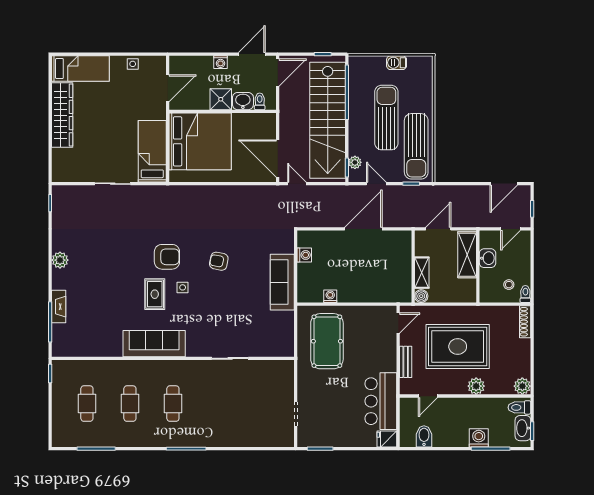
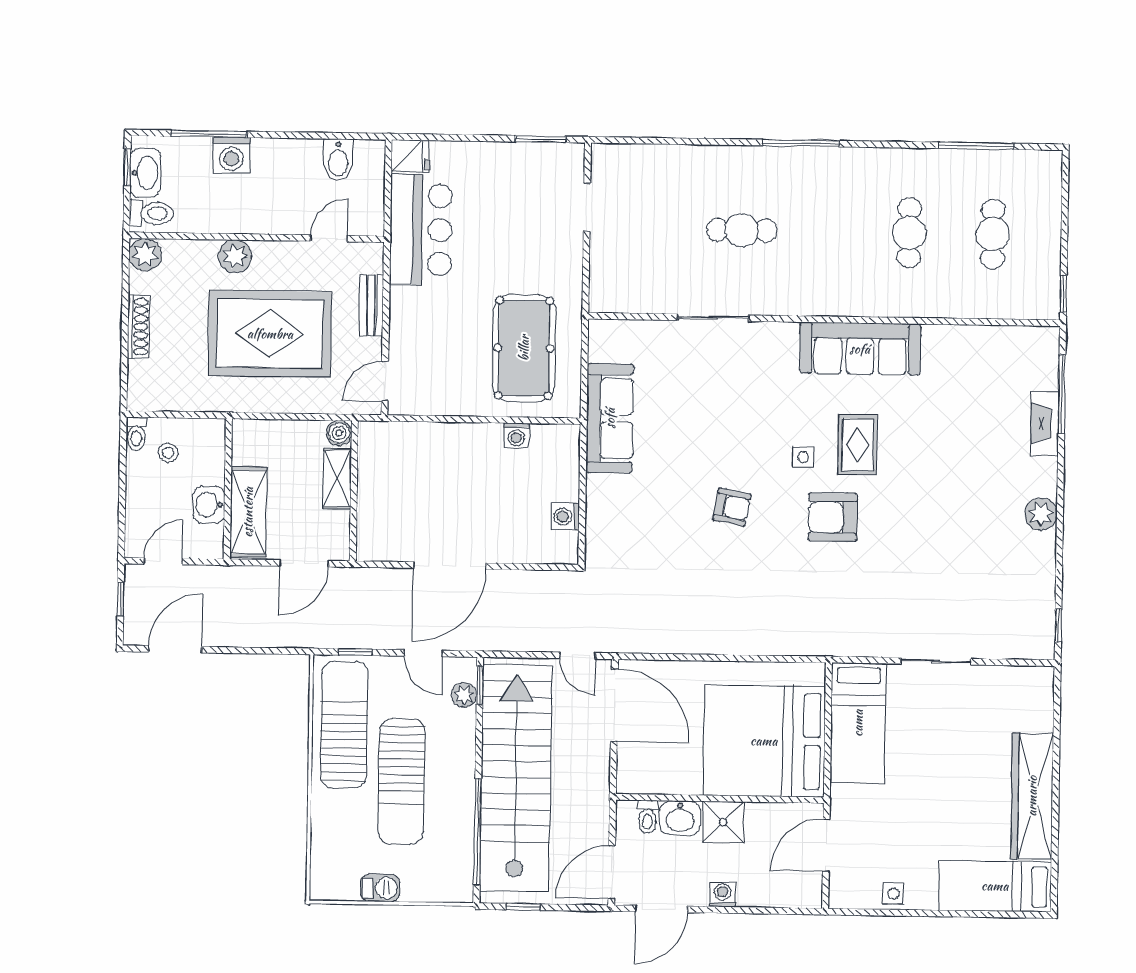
sofa: (282, 282) -> (610, 418), moved
shoe rack: (525, 322) -> (138, 327), moved
cafe table: (173, 404) -> (742, 230), moved, turned 90

